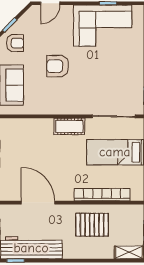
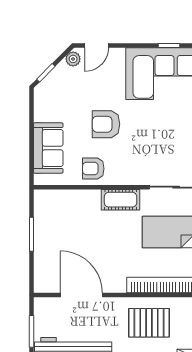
plant: (31, 14) -> (73, 59), added
armchair: (15, 43) -> (93, 169), moved, turned 180

